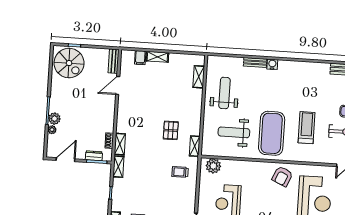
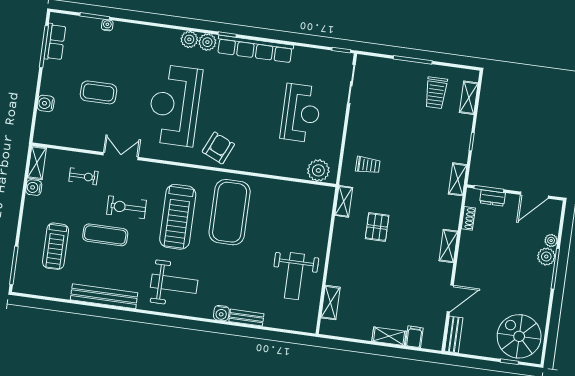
treadmill: (307, 128) -> (178, 217), width x1.37, depth x1.38
weight bench: (234, 132) -> (174, 284), moved
shelving: (120, 144) -> (448, 246), moved

